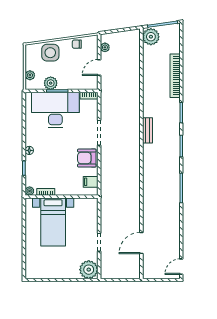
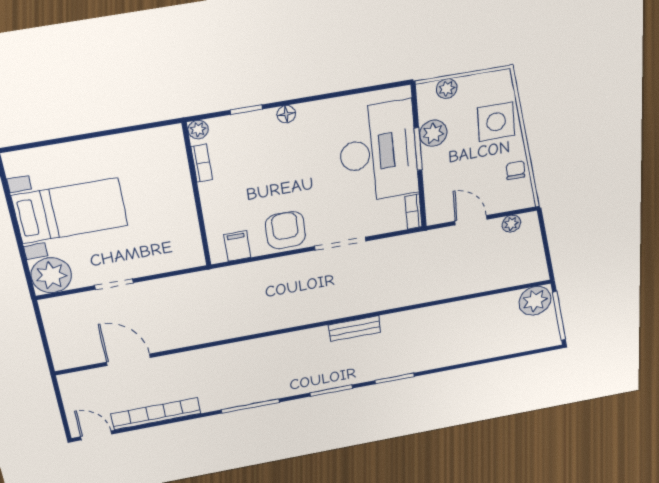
bookcase: (175, 76) -> (156, 414), moved
bed with nightstands: (53, 222) -> (70, 211), moved, turned 180

